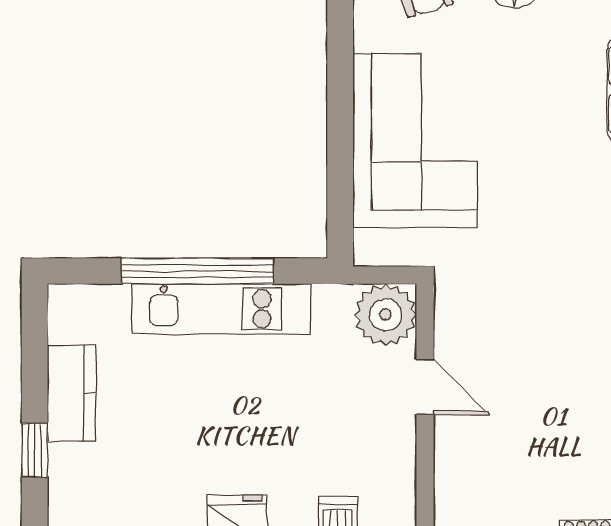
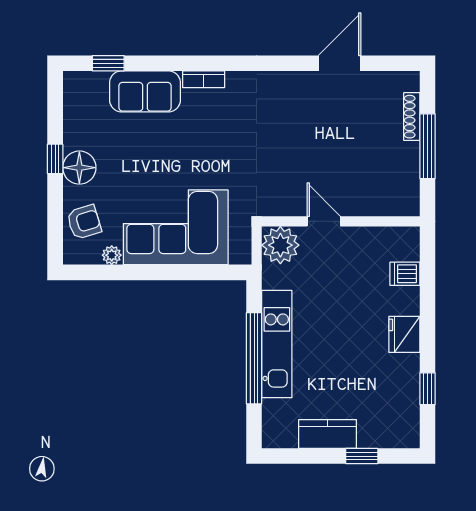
plant: (369, 34) -> (112, 255), added
door: (425, 387) -> (324, 221), hinge flipped

